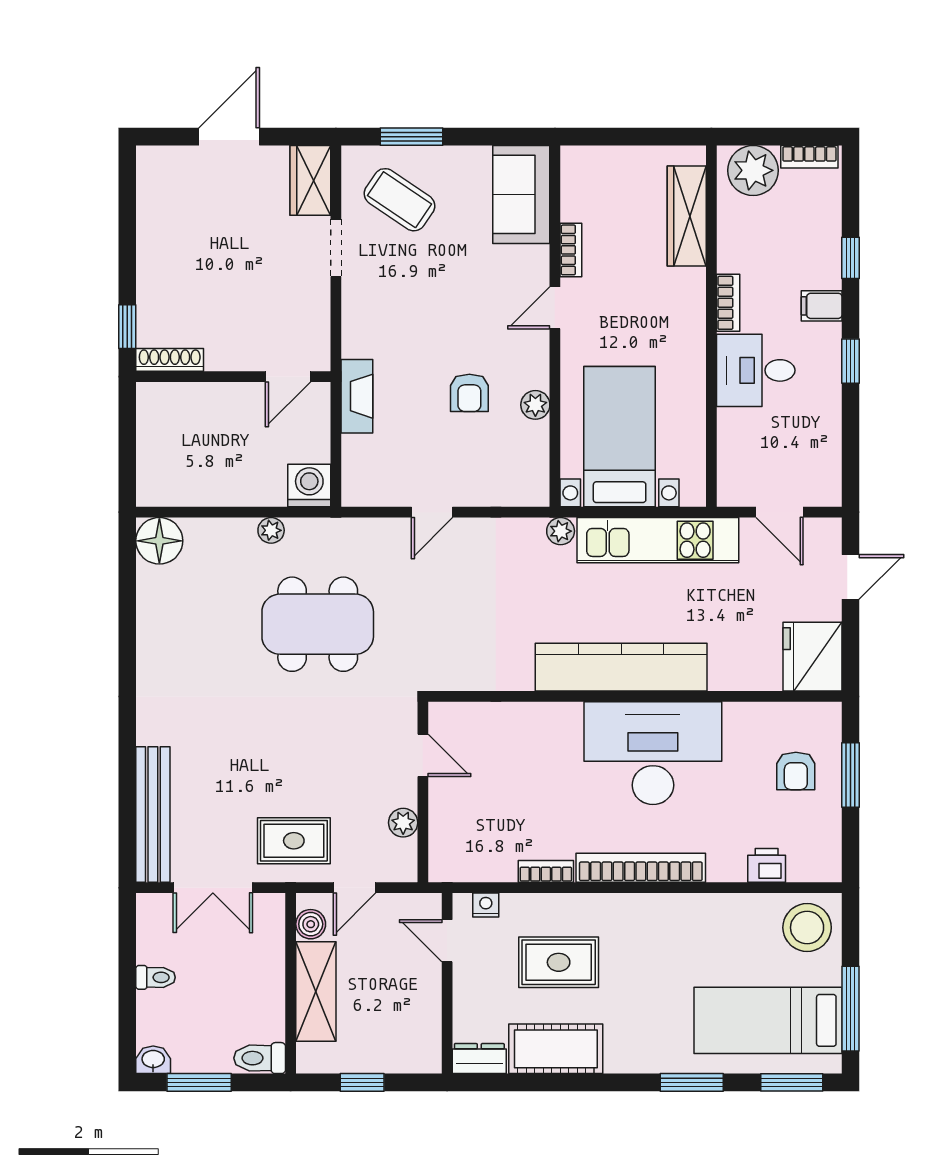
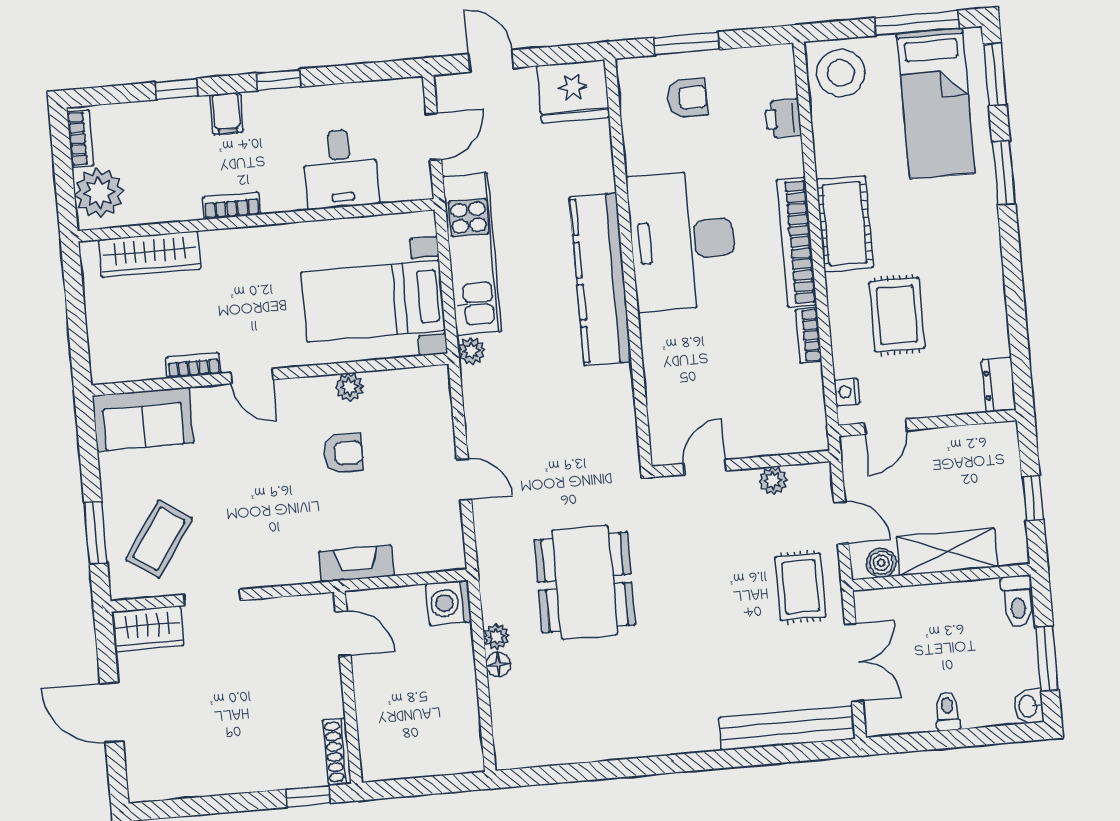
desk: (756, 370) -> (340, 169), moved
floor lamp: (159, 541) -> (498, 664), moved, width x0.53, depth x0.53
cot: (556, 1049) -> (845, 224), moved

